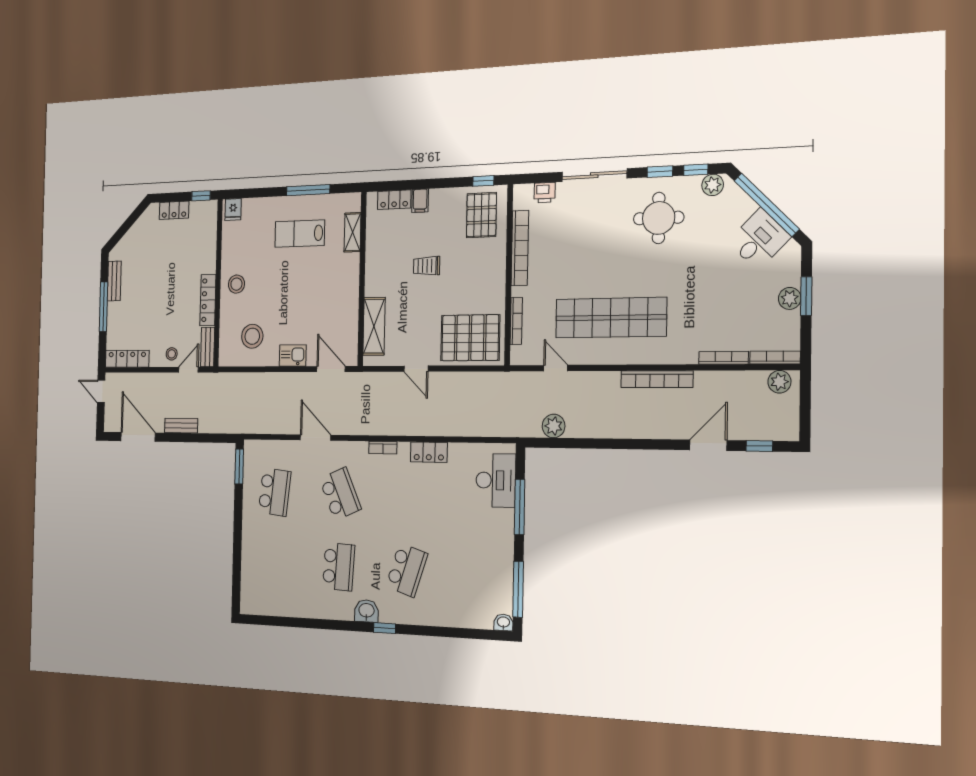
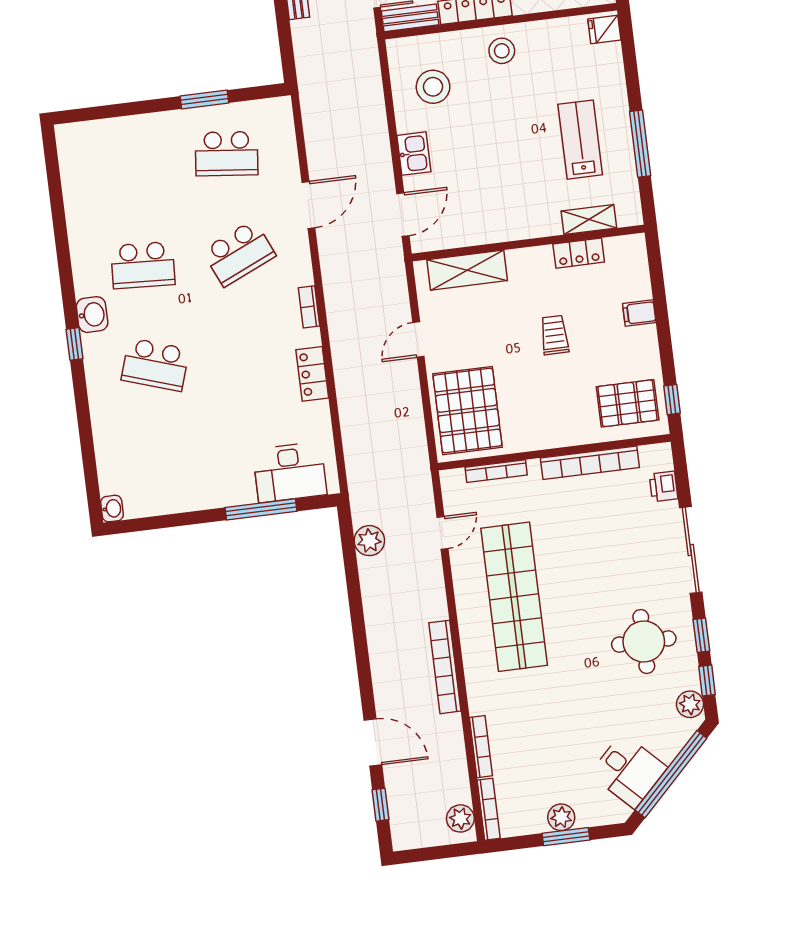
locker: (394, 200) -> (579, 253), moved, turned -90
window: (239, 467) -> (204, 99), moved
window: (518, 589) -> (157, 522), removed

